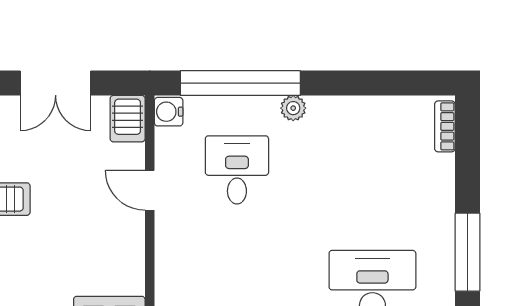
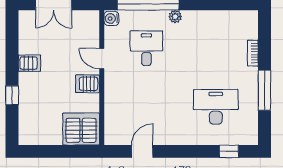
server rack: (128, 119) -> (88, 84), moved, turned 90
bookcase: (445, 126) -> (253, 53), moved

